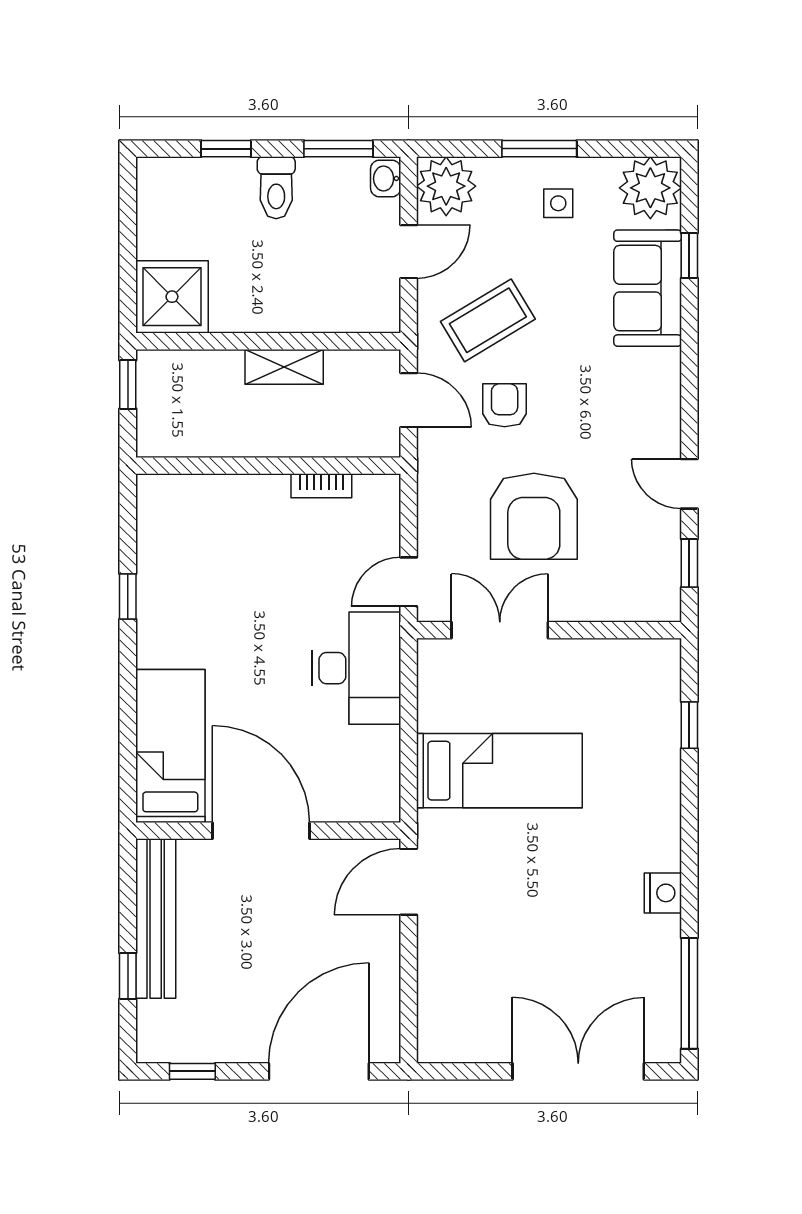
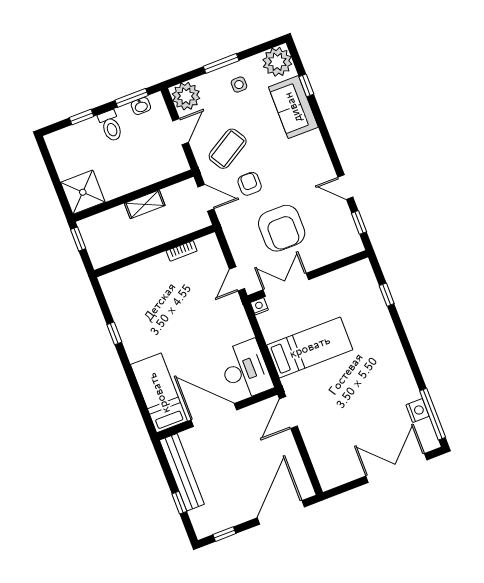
washbasin: (386, 178) -> (141, 106), moved, turned -90
nightstand: (432, 652) -> (259, 306), added
desk: (356, 668) -> (245, 370), moved
nightstand: (663, 893) -> (418, 410), moved

